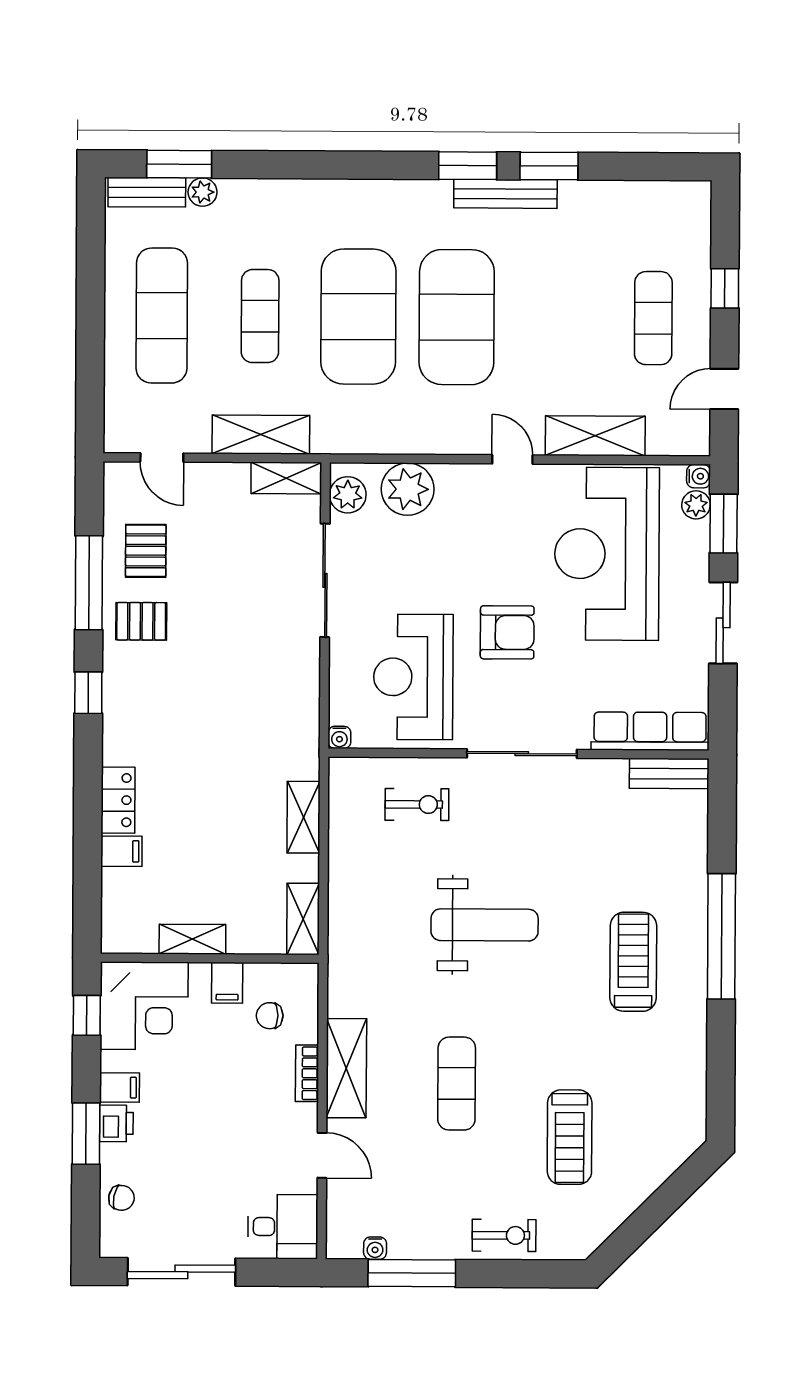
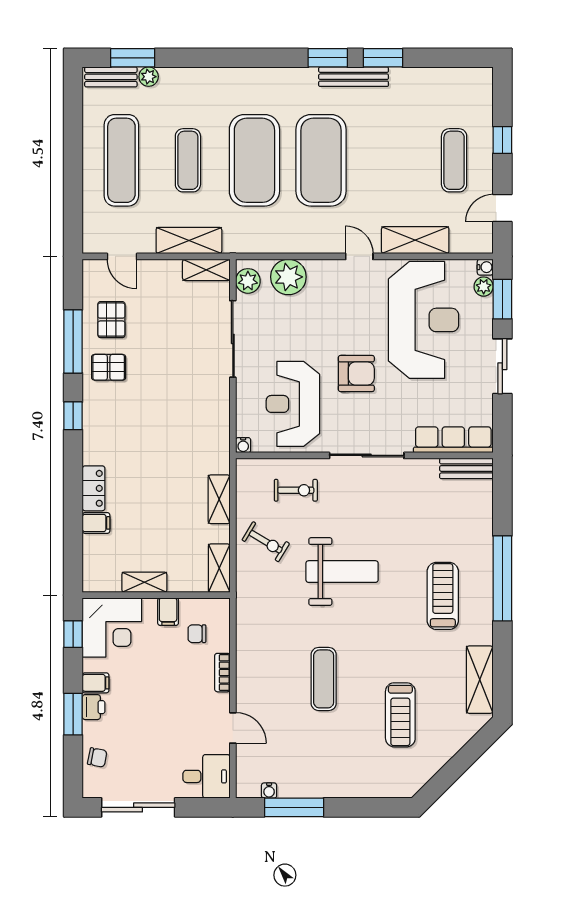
reception desk: (607, 554) -> (424, 320), turned 180
shelving: (346, 1068) -> (480, 680), moved
exercise bike: (504, 1235) -> (266, 542), moved, turned 31

